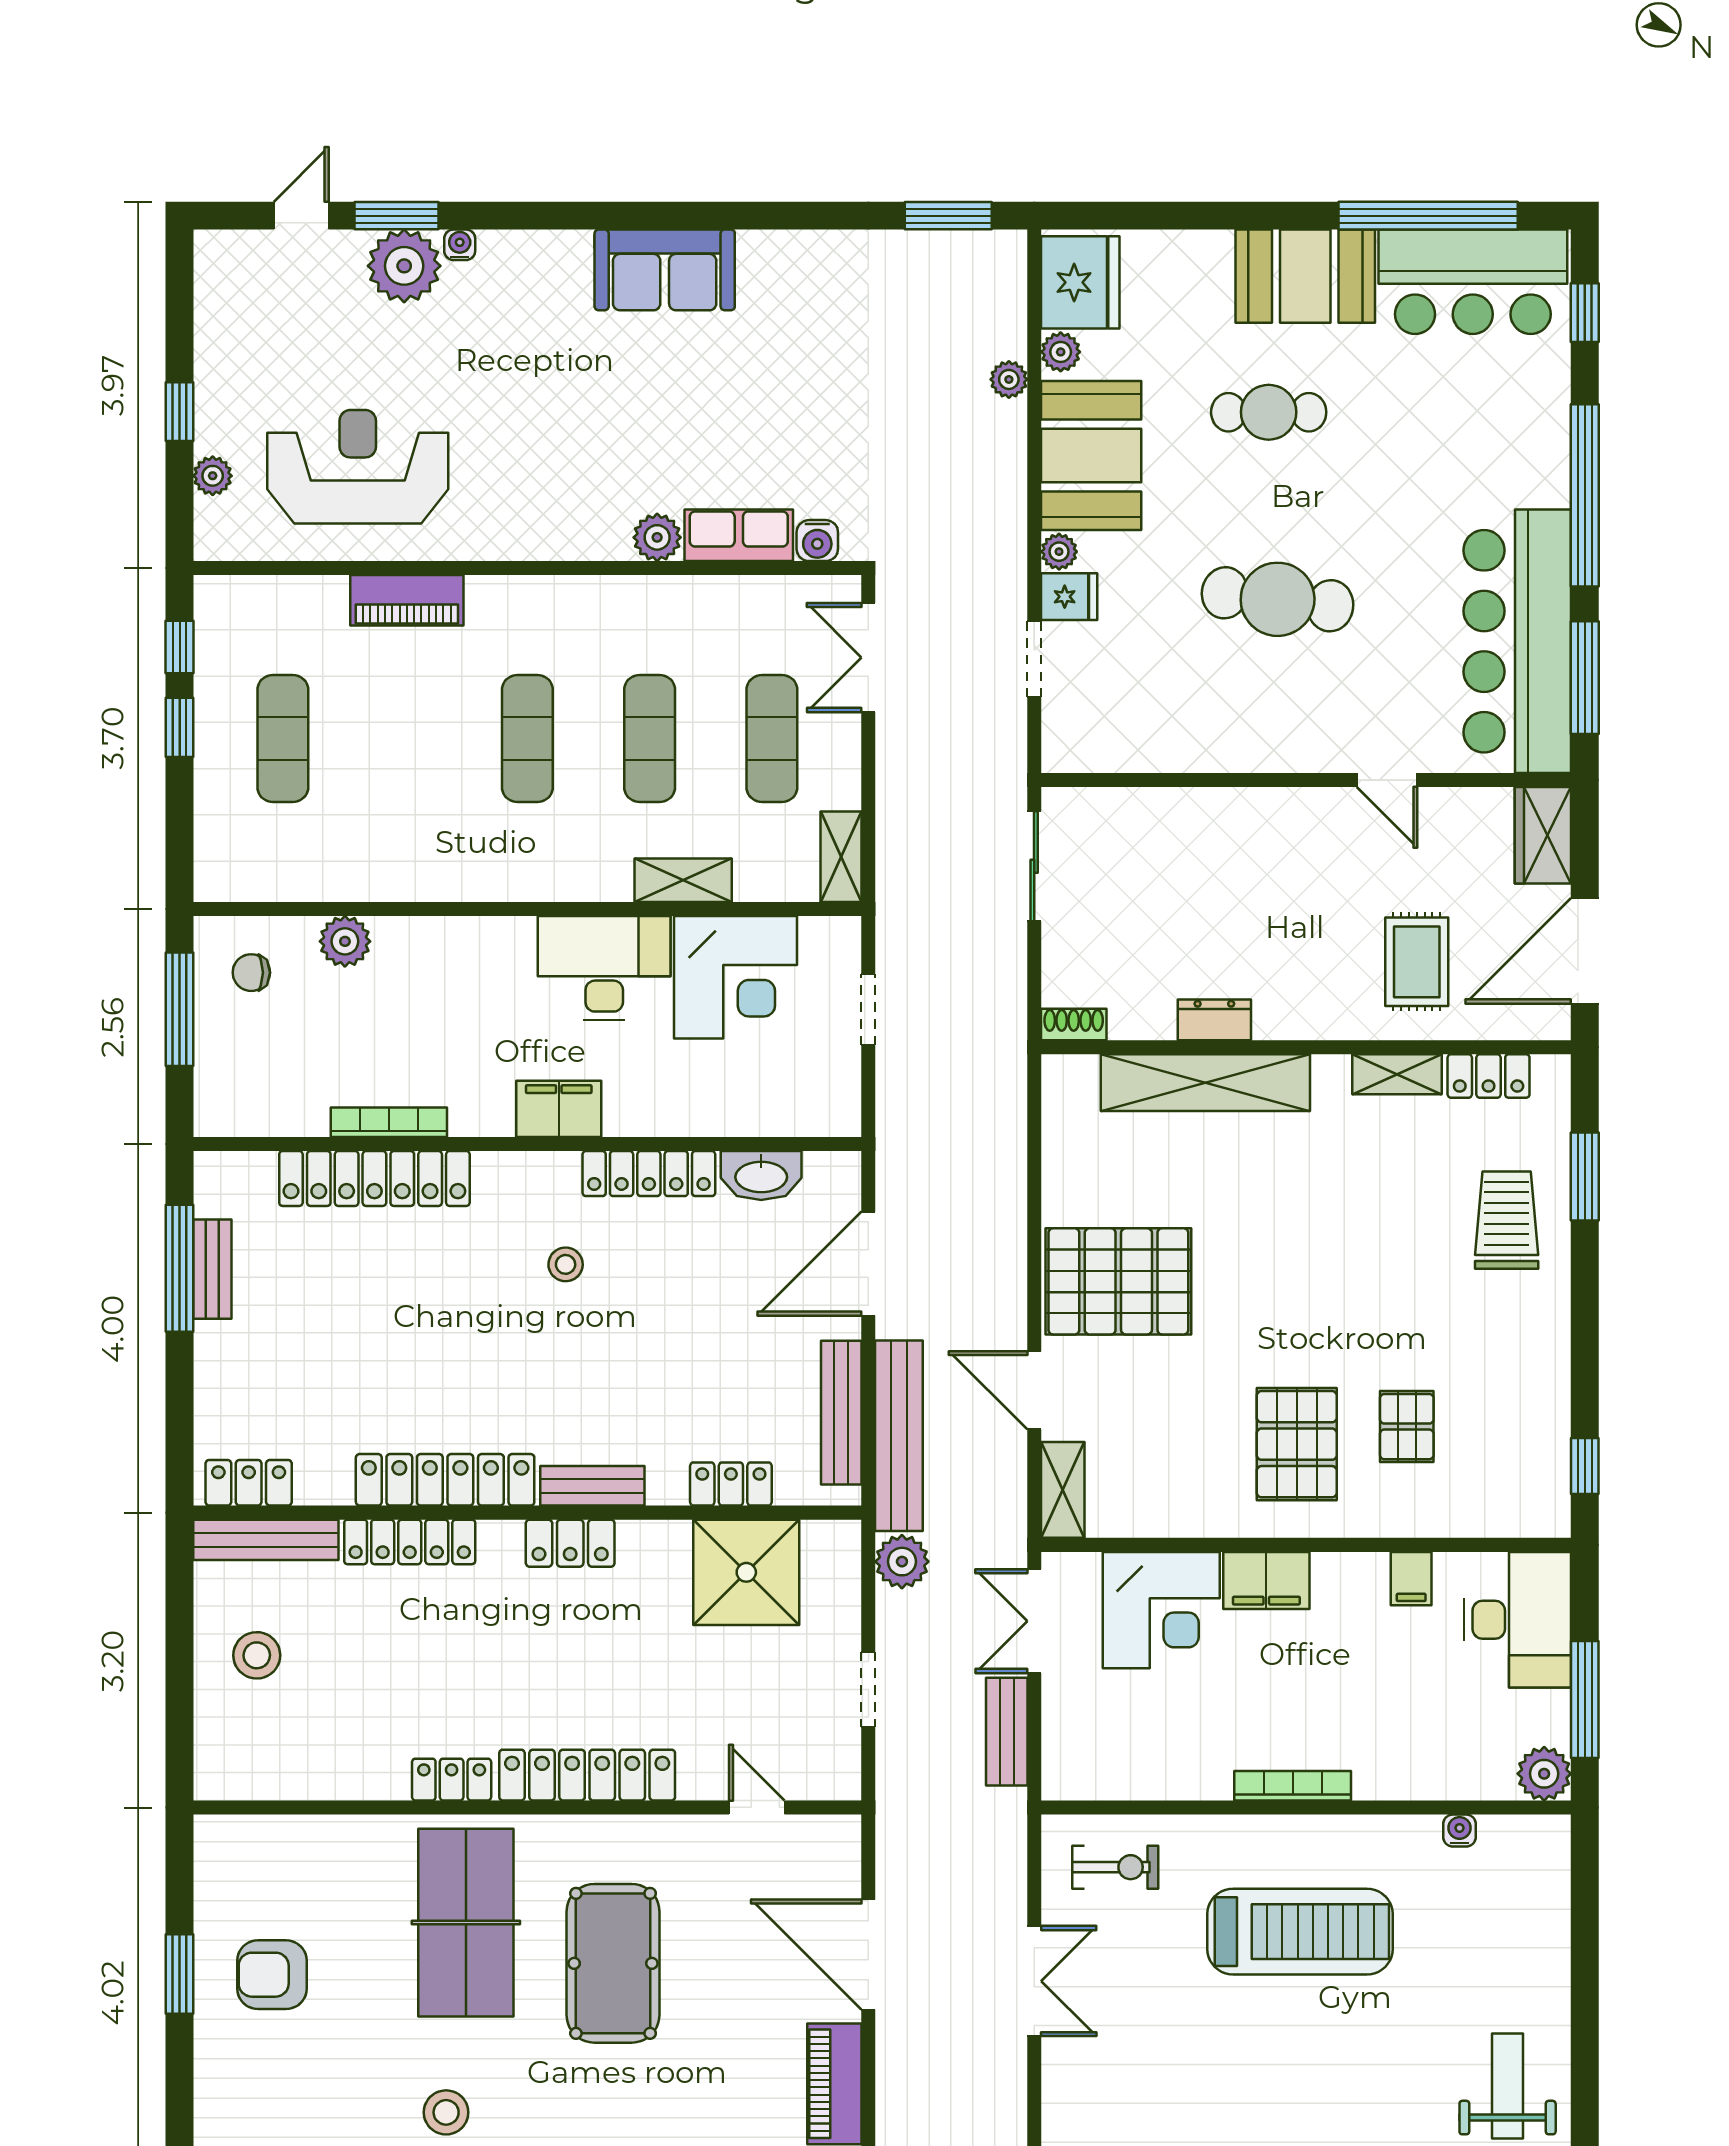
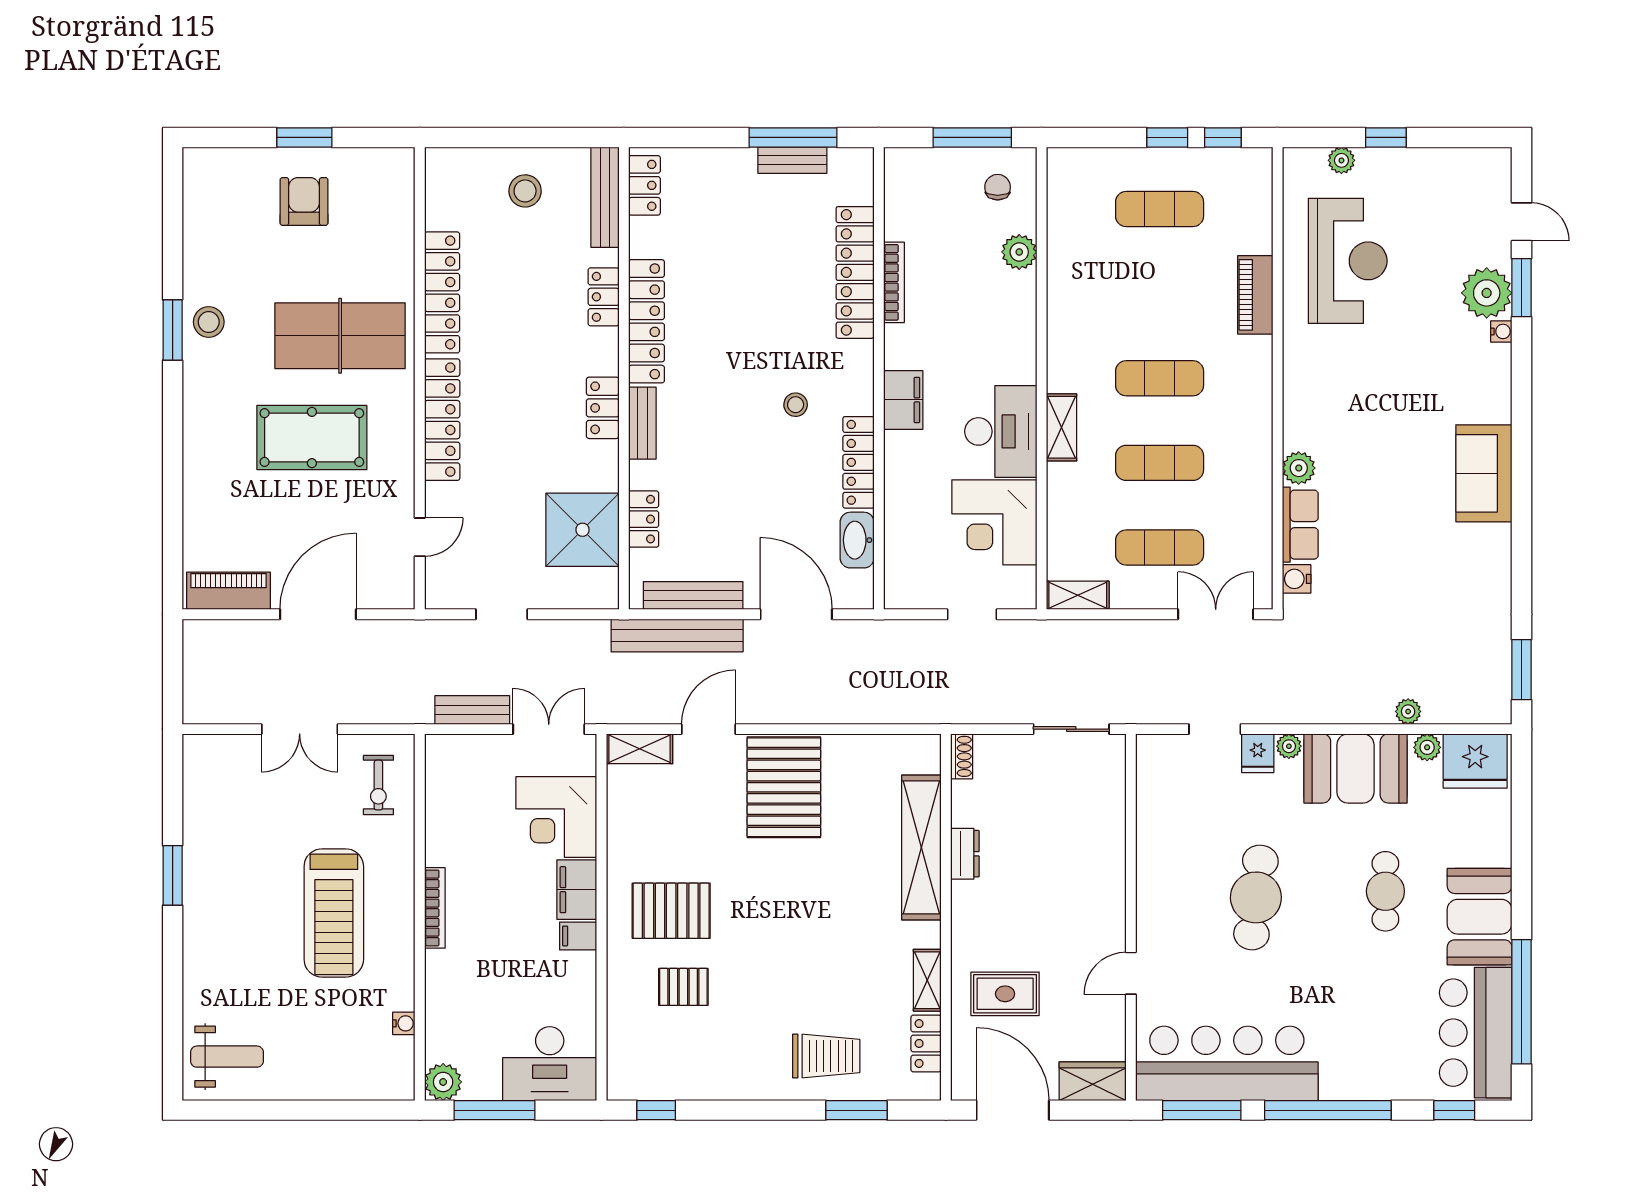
shelving: (683, 880) -> (1061, 427), moved
locker: (410, 1542) -> (604, 297), width x0.66
plant: (902, 1562) -> (590, 638), removed
filing cabinet: (1411, 1579) -> (578, 936), moved
locker: (452, 1780) -> (442, 292), width x2.16, depth x1.21

